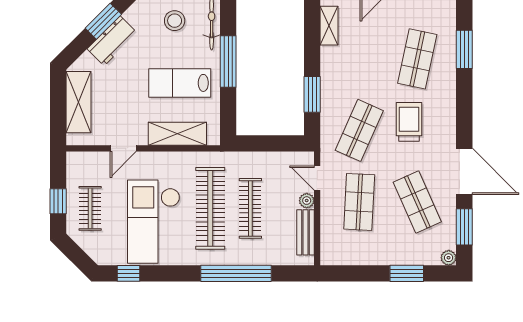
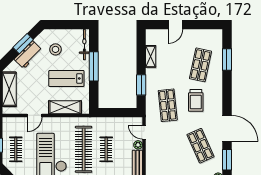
stool: (175, 21) -> (55, 49), moved
shelving: (329, 26) -> (151, 56), moved
trolley: (409, 122) -> (196, 100), turned 180
shop shelf: (359, 130) -> (168, 105), turned -30
shop shelf: (359, 202) -> (168, 146), removed
clothes rail: (250, 208) -> (106, 149), width x0.73

